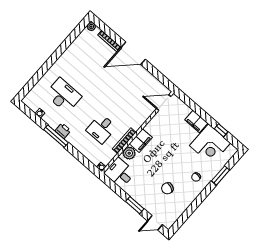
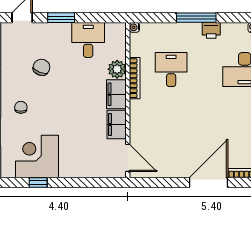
door: (164, 103) -> (128, 158), hinge flipped
filing cabinet: (196, 122) -> (117, 125), moved, turned -90
window: (56, 136) -> (196, 18), moved
desk: (120, 173) -> (88, 40), moved, turned -90

